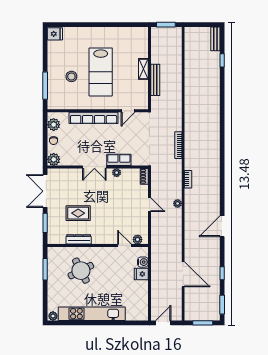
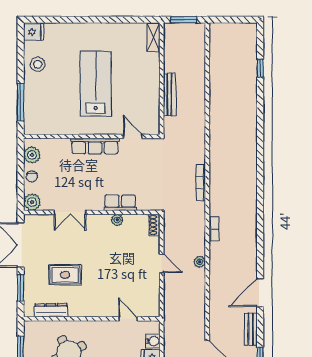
bench: (215, 39) -> (251, 329), moved
shelving: (143, 69) -> (153, 37), moved
lab bench: (101, 72) -> (96, 84), turned 180
stool: (71, 76) -> (38, 64), moved
door: (128, 111) -> (133, 136), swing flipped
row of seats: (94, 118) -> (95, 146), width x0.73
double door: (94, 167) -> (70, 212), moved
dresser: (79, 239) -> (51, 310), moved
plant: (138, 240) -> (145, 311), removed

